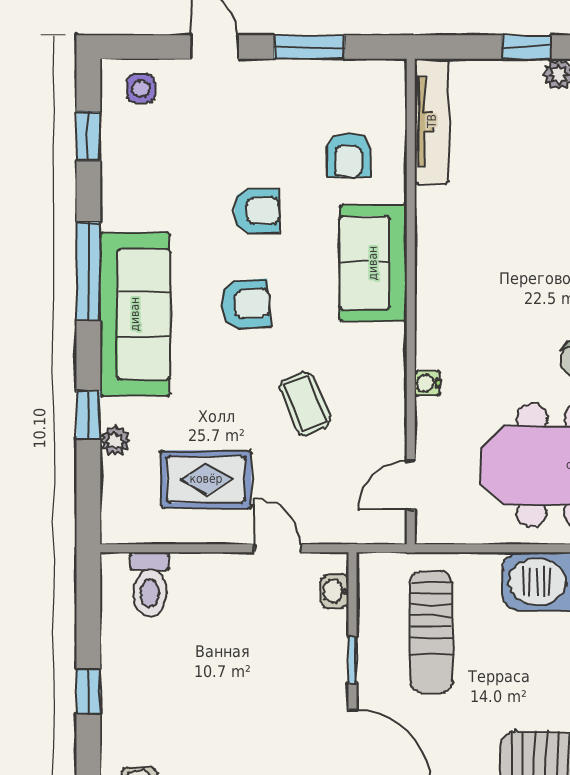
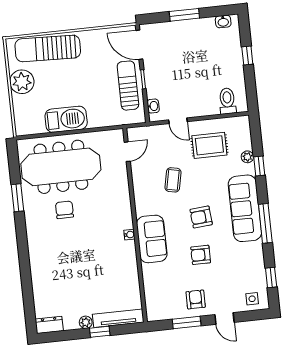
tv unit: (432, 121) -> (118, 318), moved, turned 90
armchair: (349, 155) -> (196, 299), moved
water cooler: (427, 383) -> (129, 235), moved
coffee table: (305, 403) -> (173, 180), turned 35
sun lounger: (431, 632) -> (128, 86), moved

